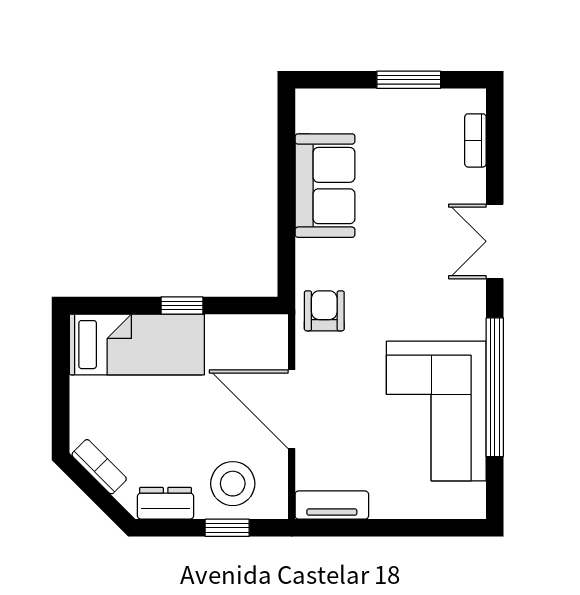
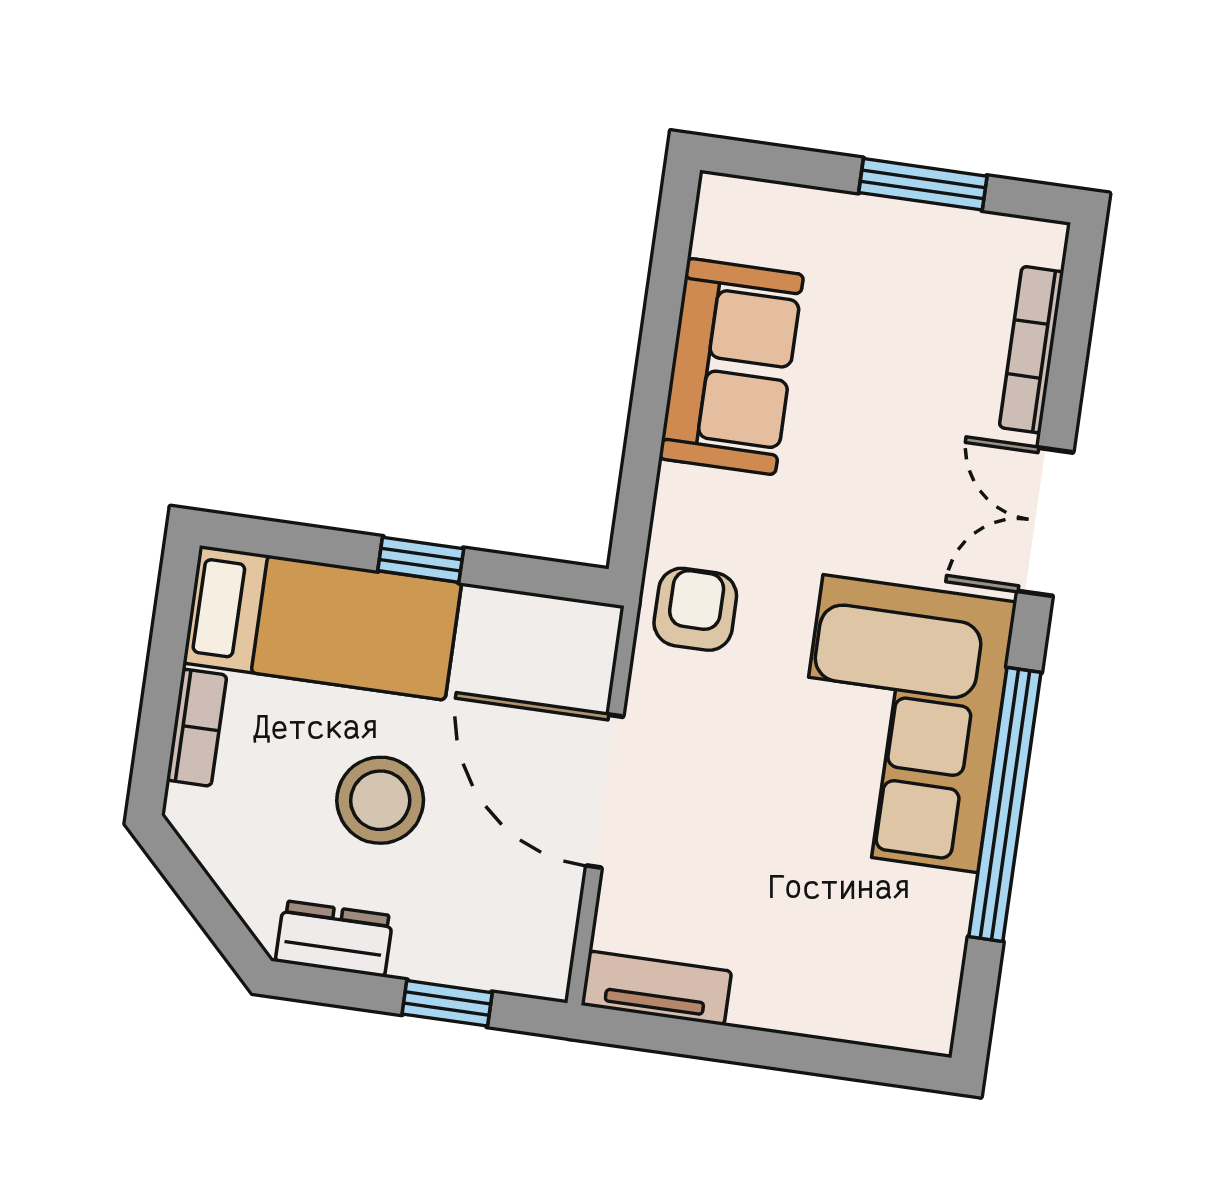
bookcase: (475, 140) -> (1031, 350), width x1.56
corner sofa: (436, 411) -> (901, 724), moved
bookcase: (99, 467) -> (197, 728), moved, turned 45
stool: (233, 484) -> (380, 800), moved

